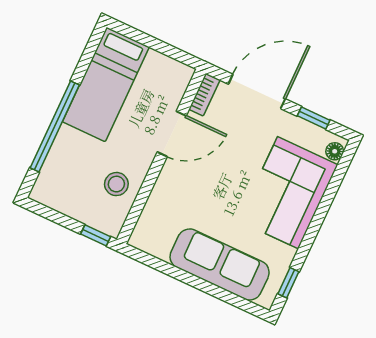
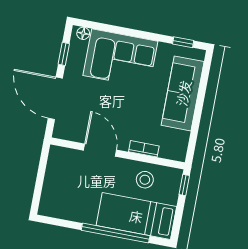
bed: (106, 84) -> (136, 216), moved, turned 180
bookcase: (204, 95) -> (144, 149), moved

